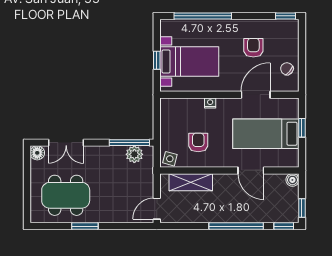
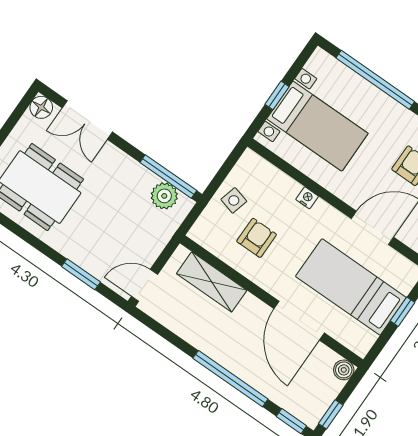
side table: (170, 159) -> (234, 200), moved
door: (251, 170) -> (299, 321), width x1.36
window: (85, 226) -> (81, 274), moved

